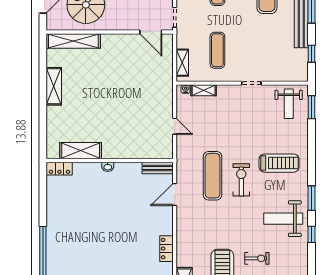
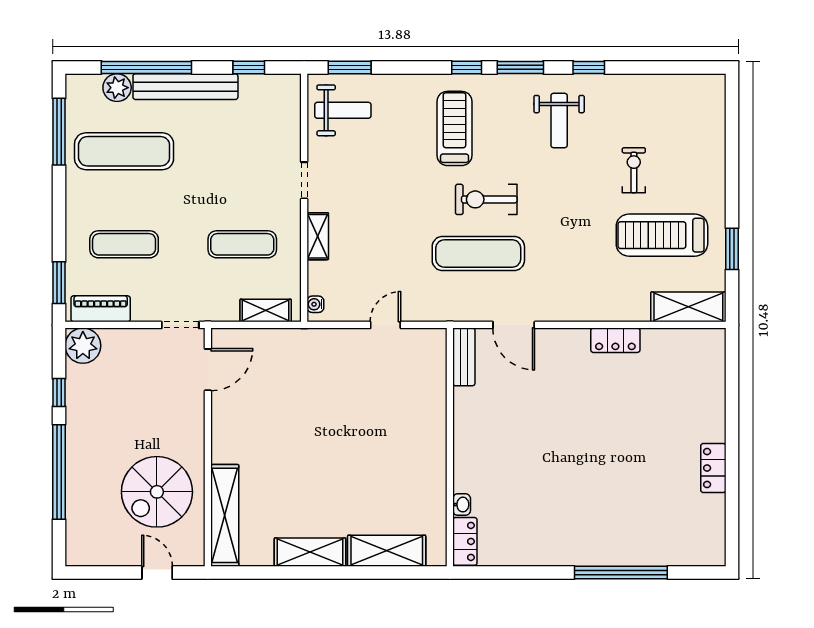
shelving: (204, 90) -> (318, 236), moved
shelving: (81, 151) -> (387, 551), moved, turned 90
washbasin: (108, 167) -> (462, 505), moved
window: (311, 169) -> (467, 67), added
weight bench: (283, 219) -> (559, 120), width x0.73, depth x0.75

